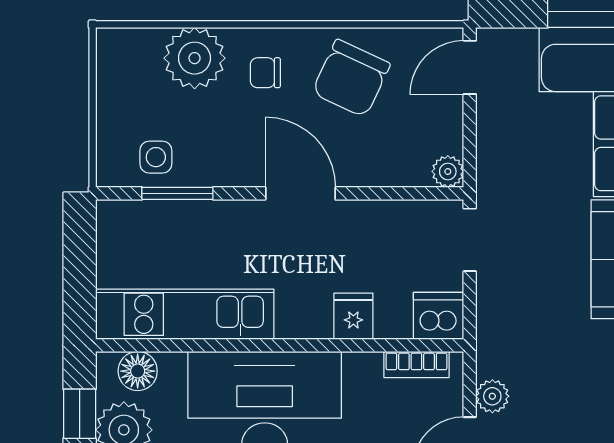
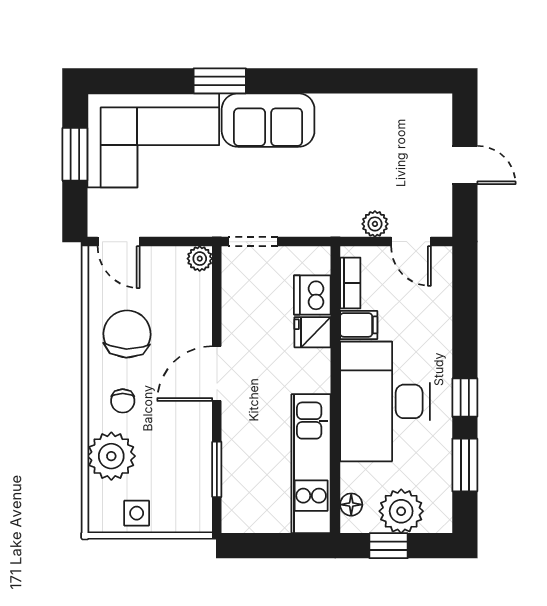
chair: (351, 78) -> (127, 334), turned -113
side table: (156, 157) -> (137, 513), moved
dishwasher: (439, 316) -> (312, 295), moved
floor lamp: (138, 371) -> (351, 505), width x0.73, depth x0.73
filing cabinet: (363, 375) -> (359, 325), added

